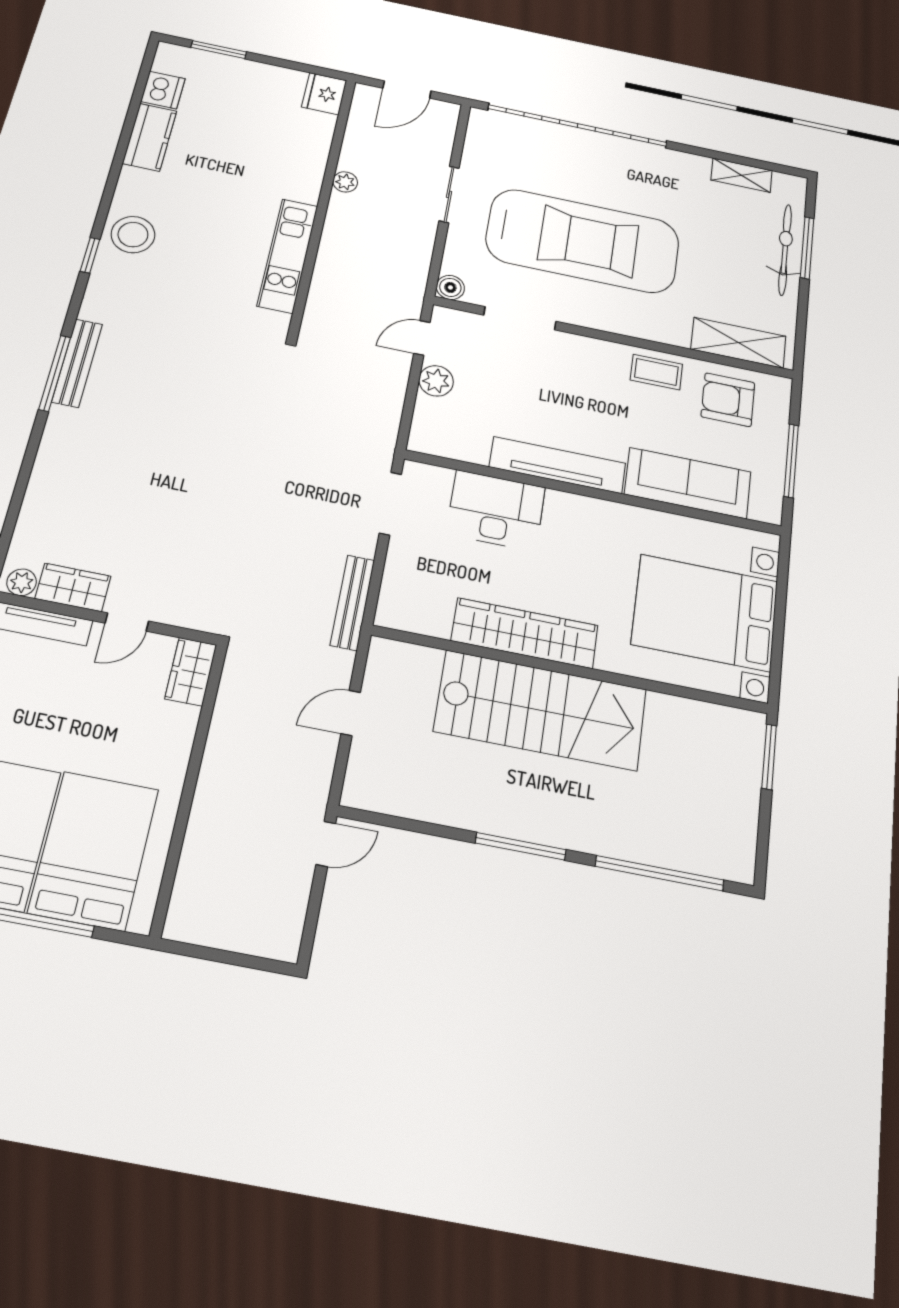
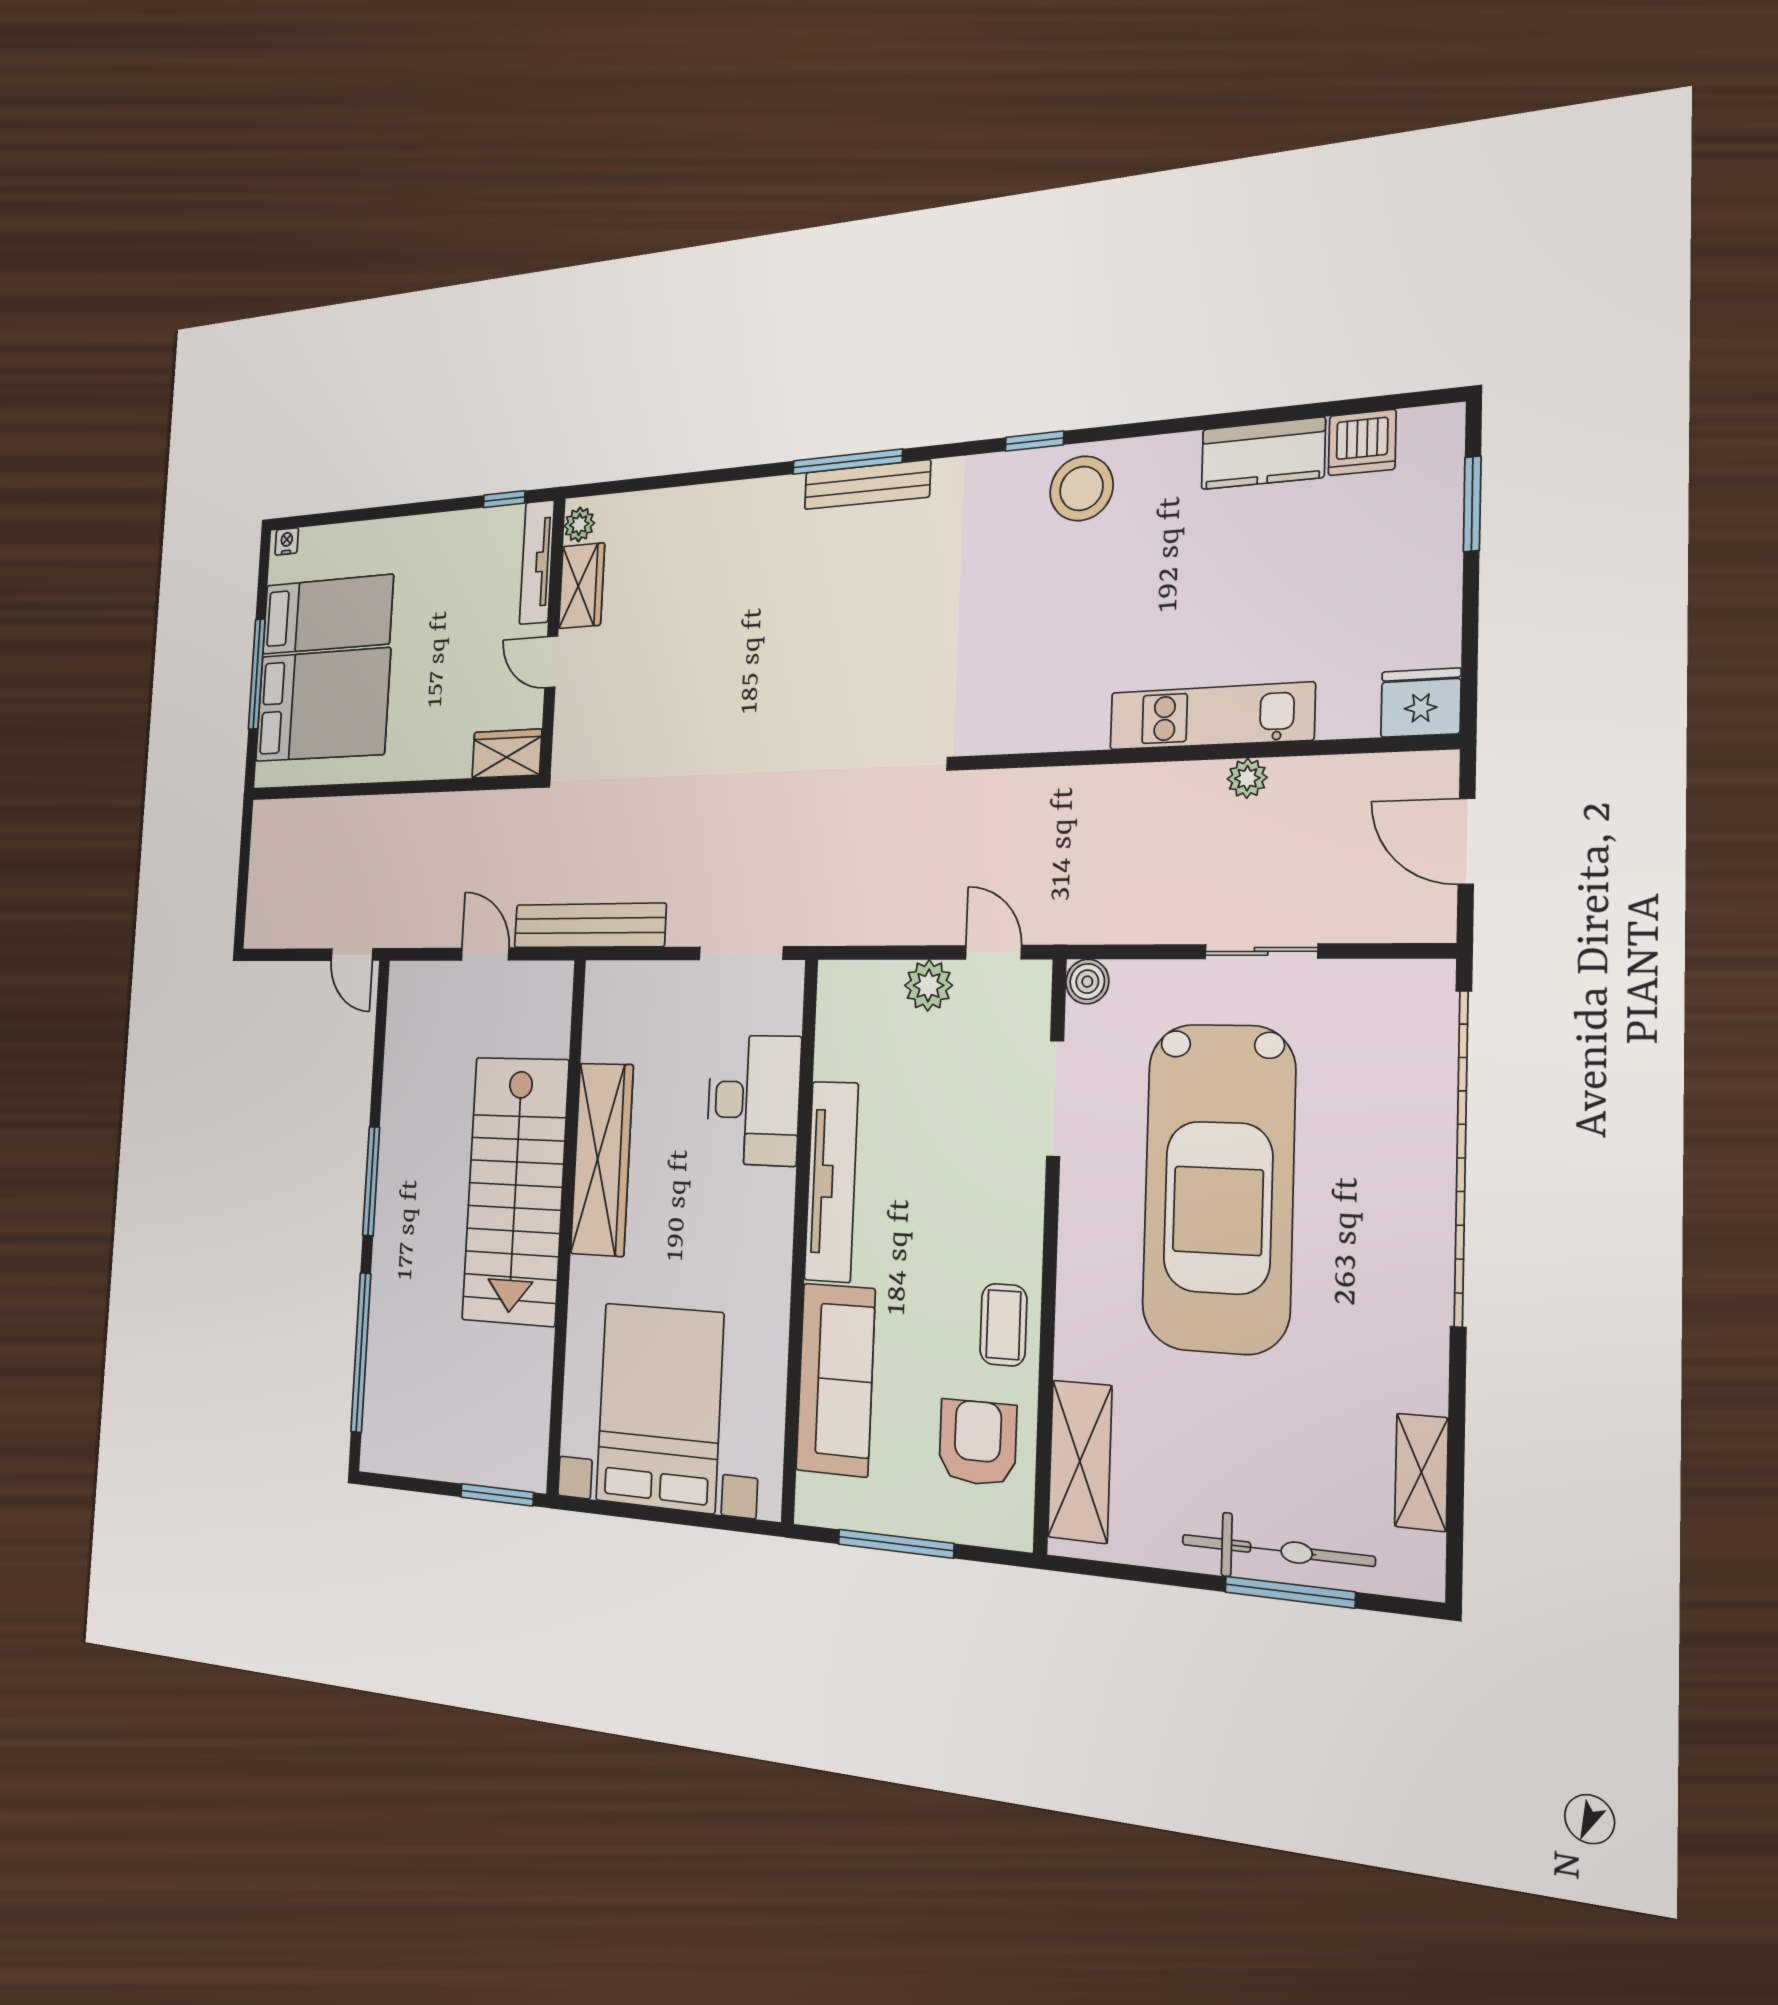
kitchen unit: (288, 255) -> (1211, 716), moved
bench: (352, 603) -> (589, 926), width x1.37, depth x1.21

